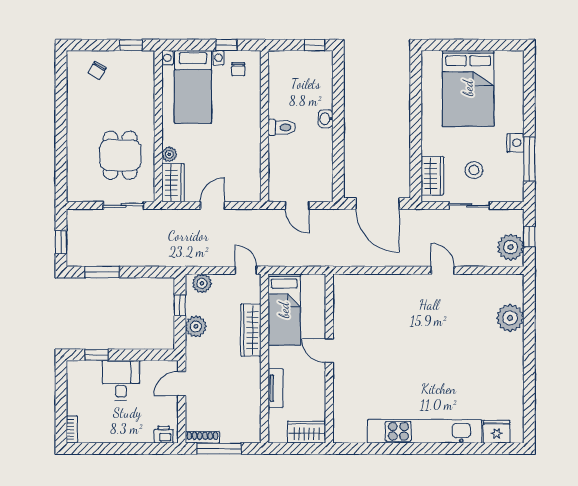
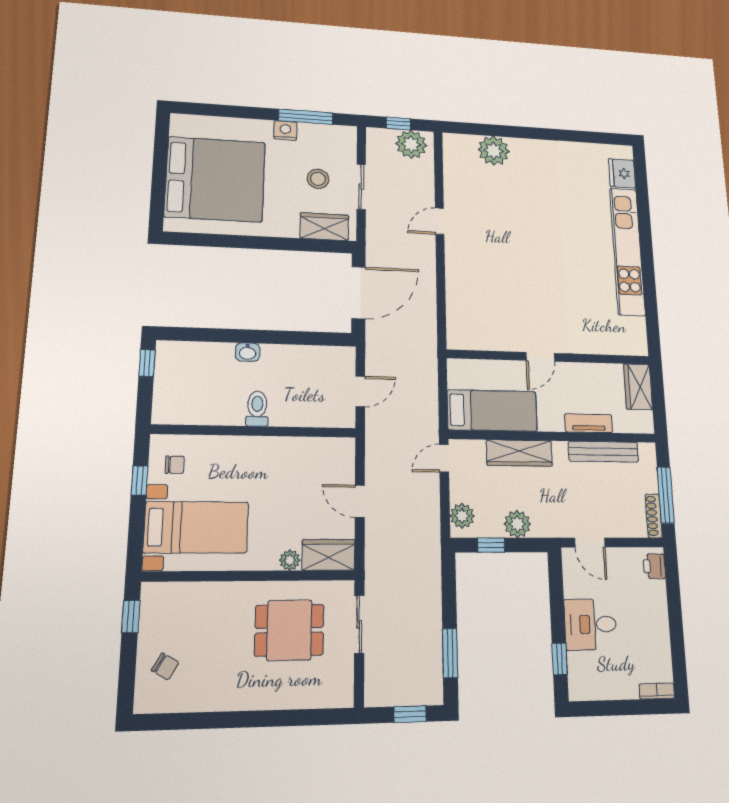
bed: (468, 88) -> (215, 179), width x1.36
bench: (253, 399) -> (603, 452), added

